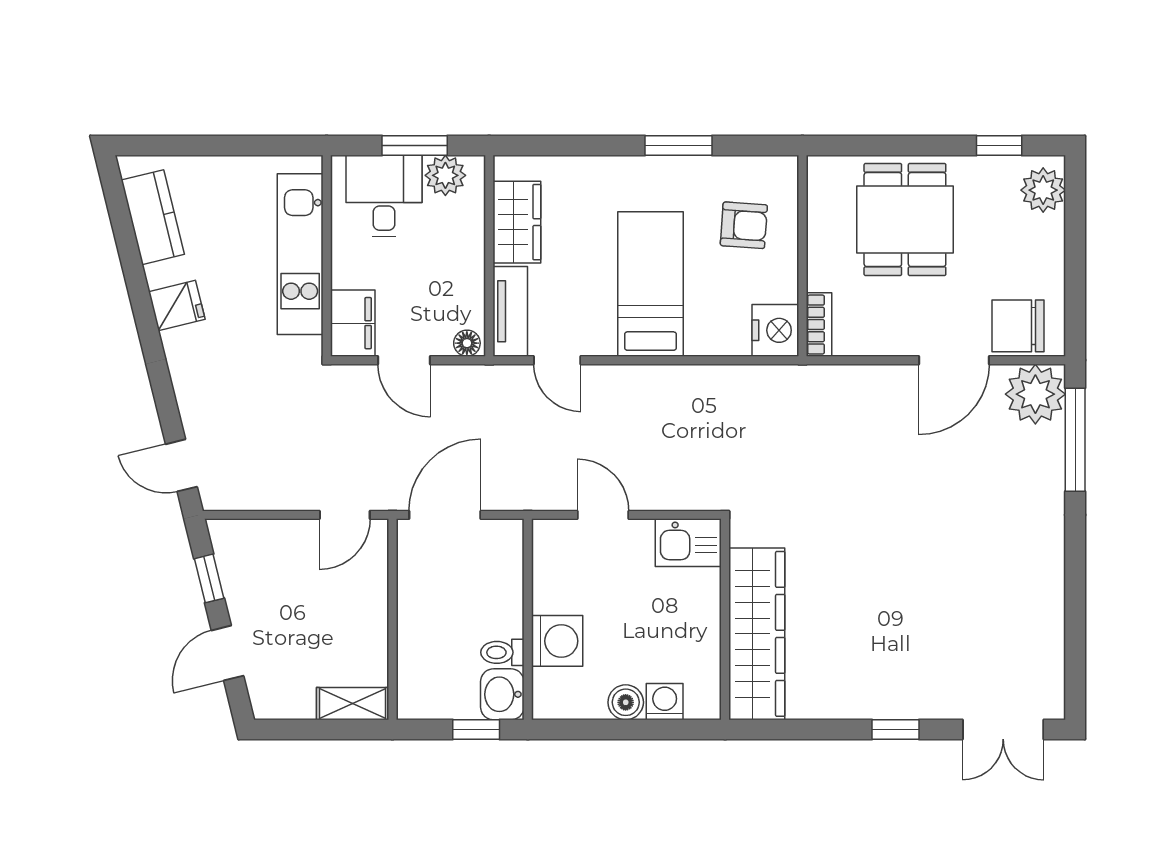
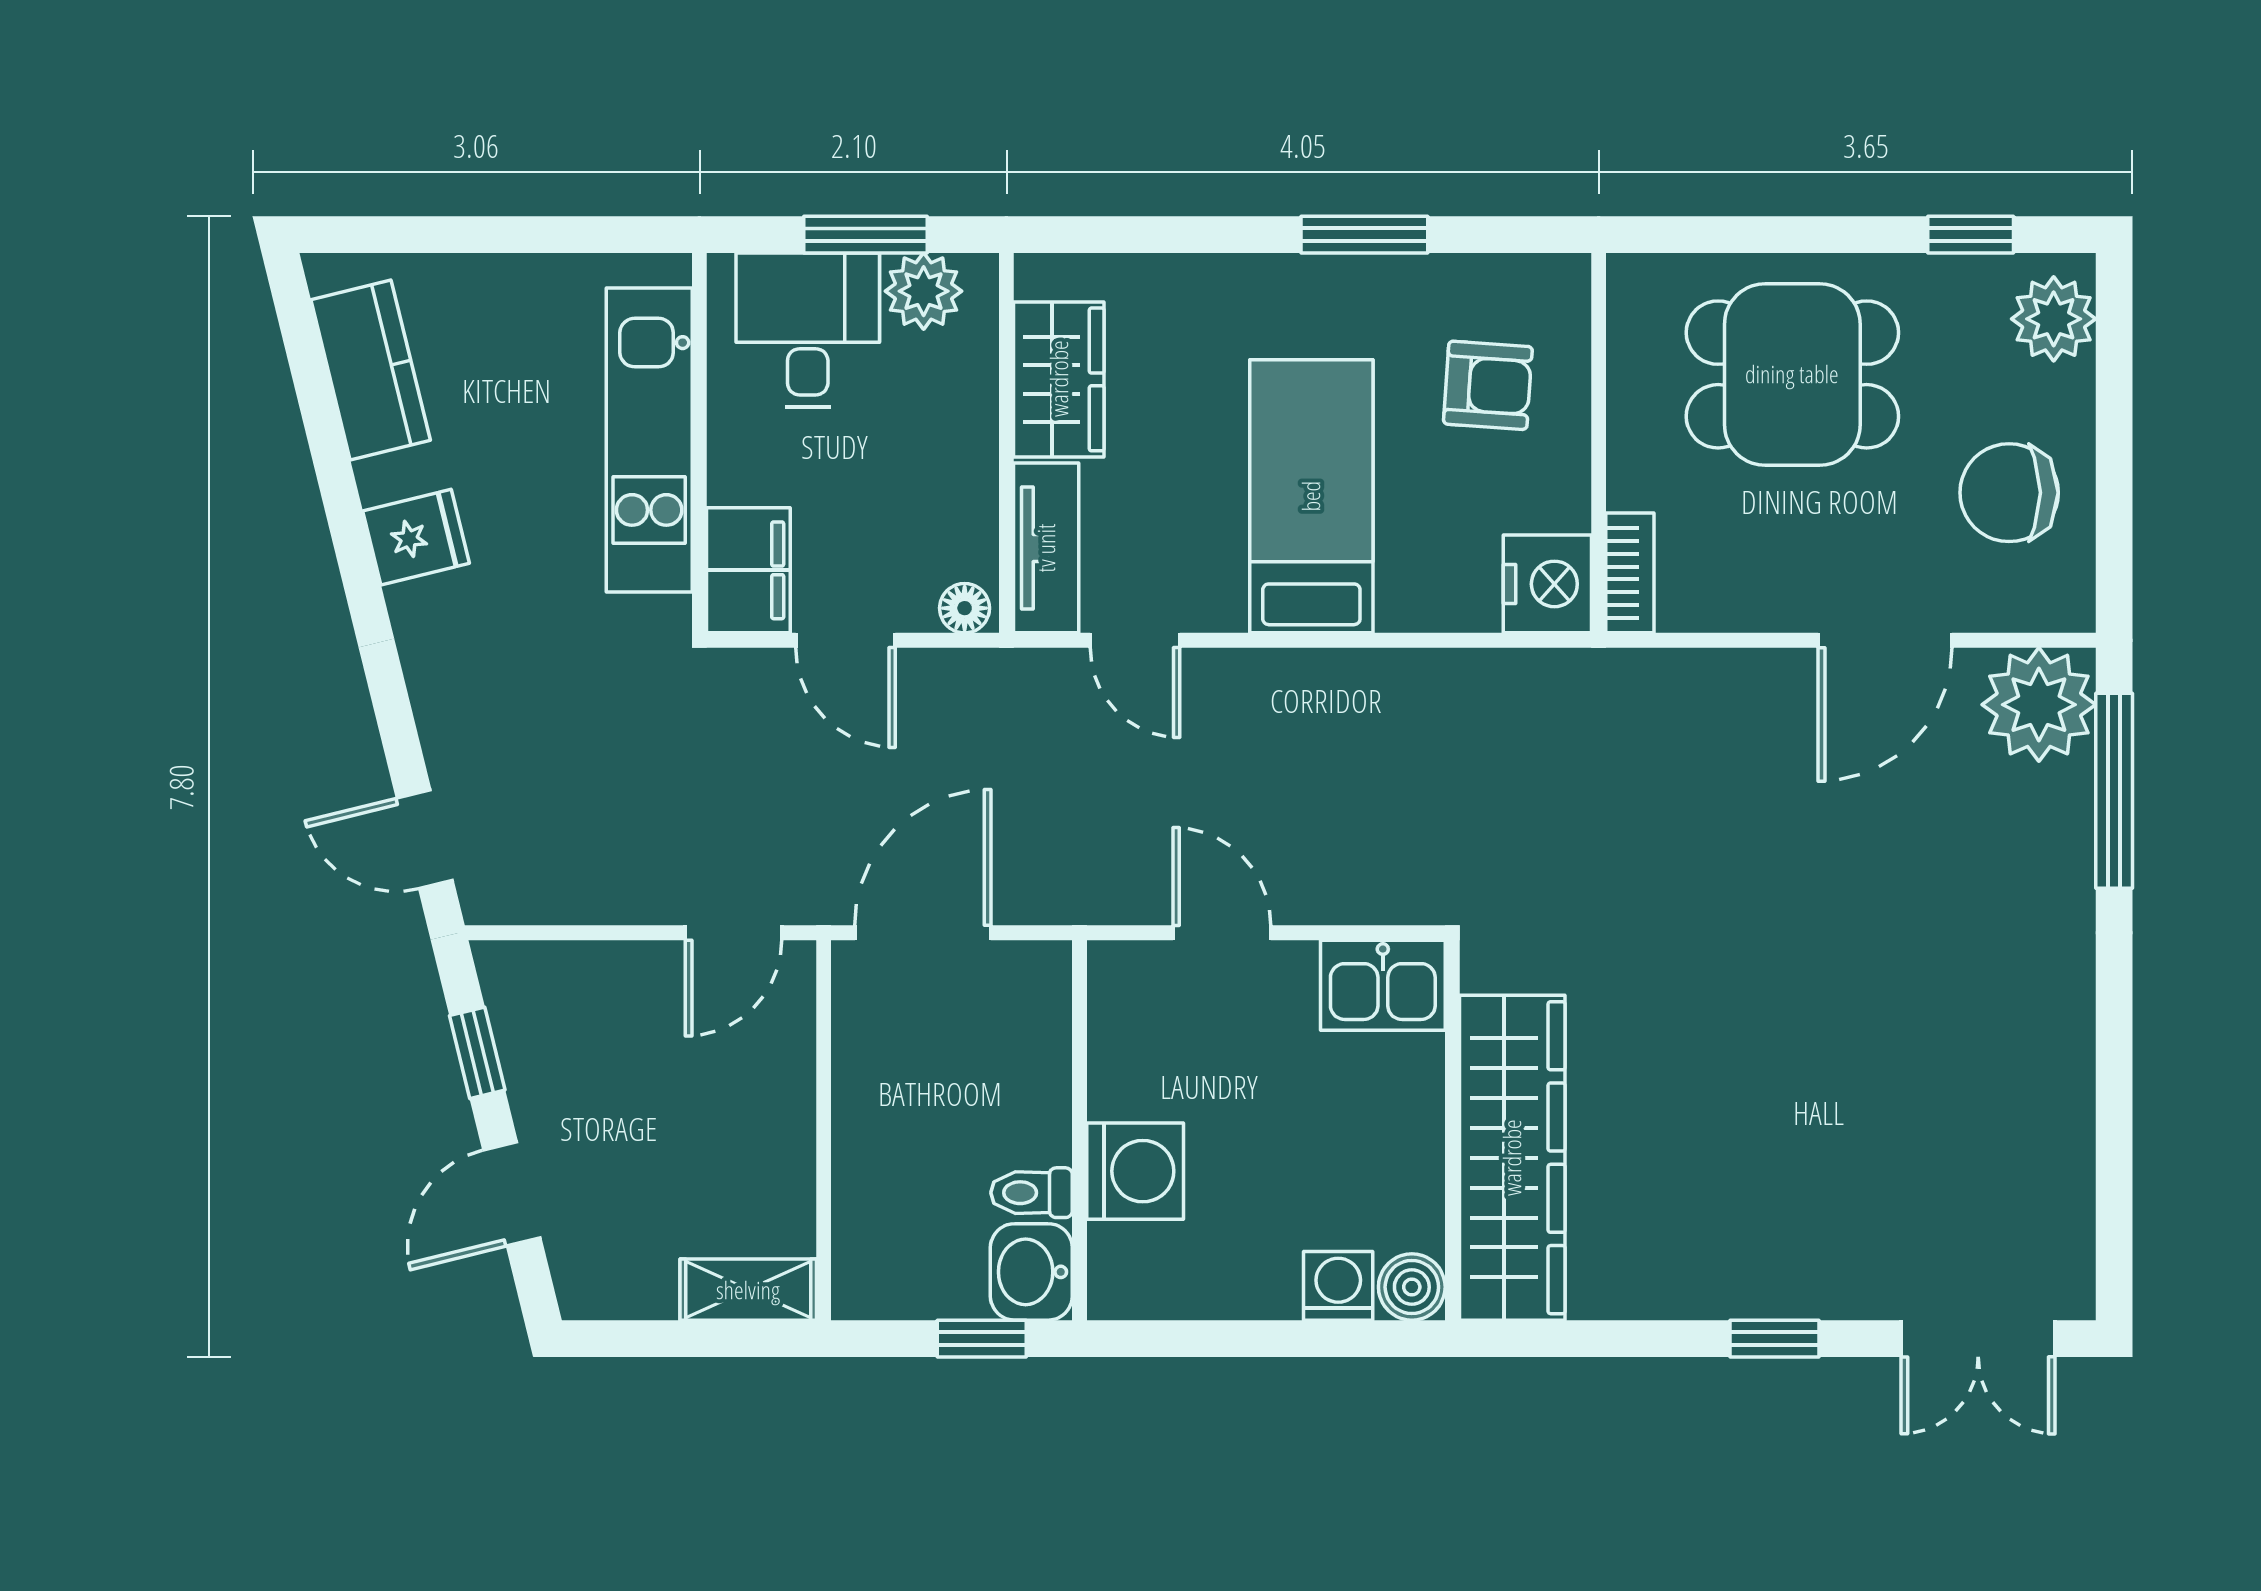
dining table: (905, 220) -> (1792, 374), turned 90
chair: (1018, 326) -> (2009, 493), moved
boiler: (626, 702) -> (1412, 1287), moved

